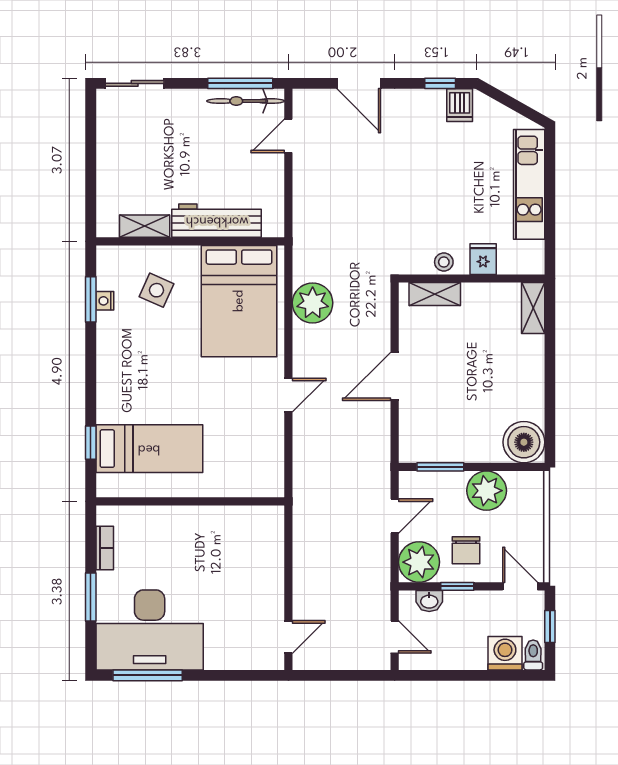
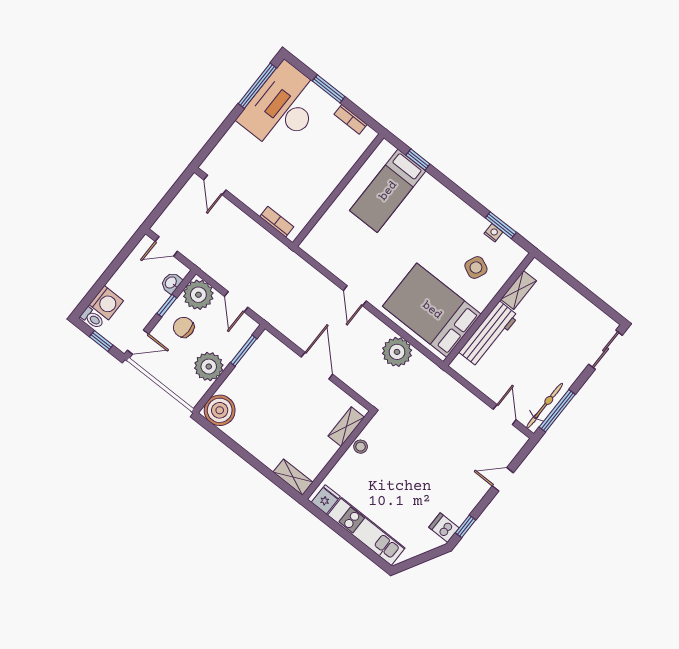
door: (359, 83) -> (503, 479), width x0.73
fridge: (483, 259) -> (326, 499), moved, turned -90
bookcase: (275, 540) -> (277, 222), added

